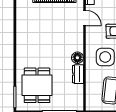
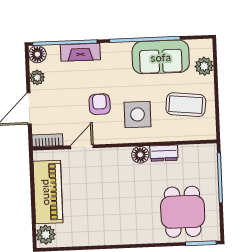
dining table: (37, 85) -> (183, 212), turned 90

